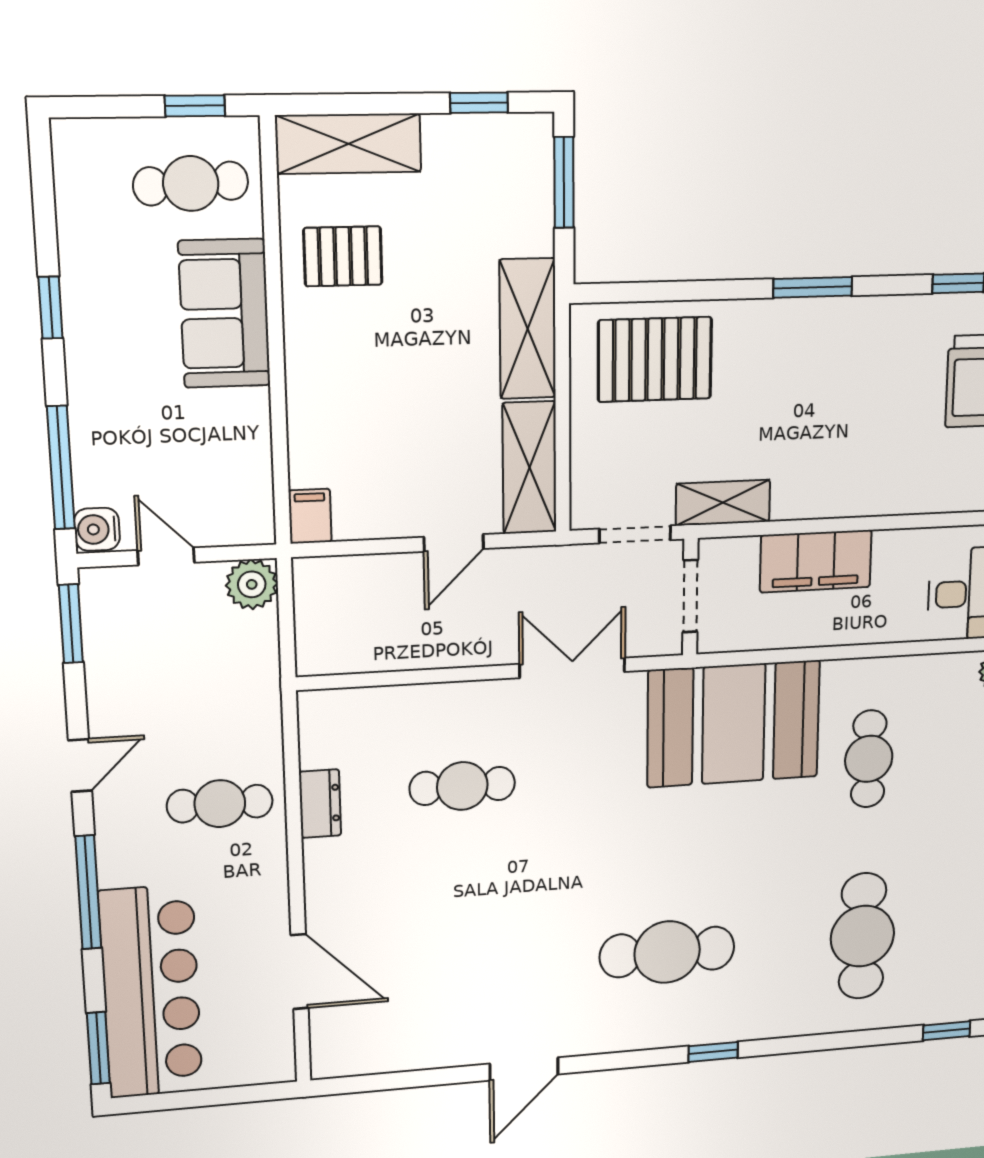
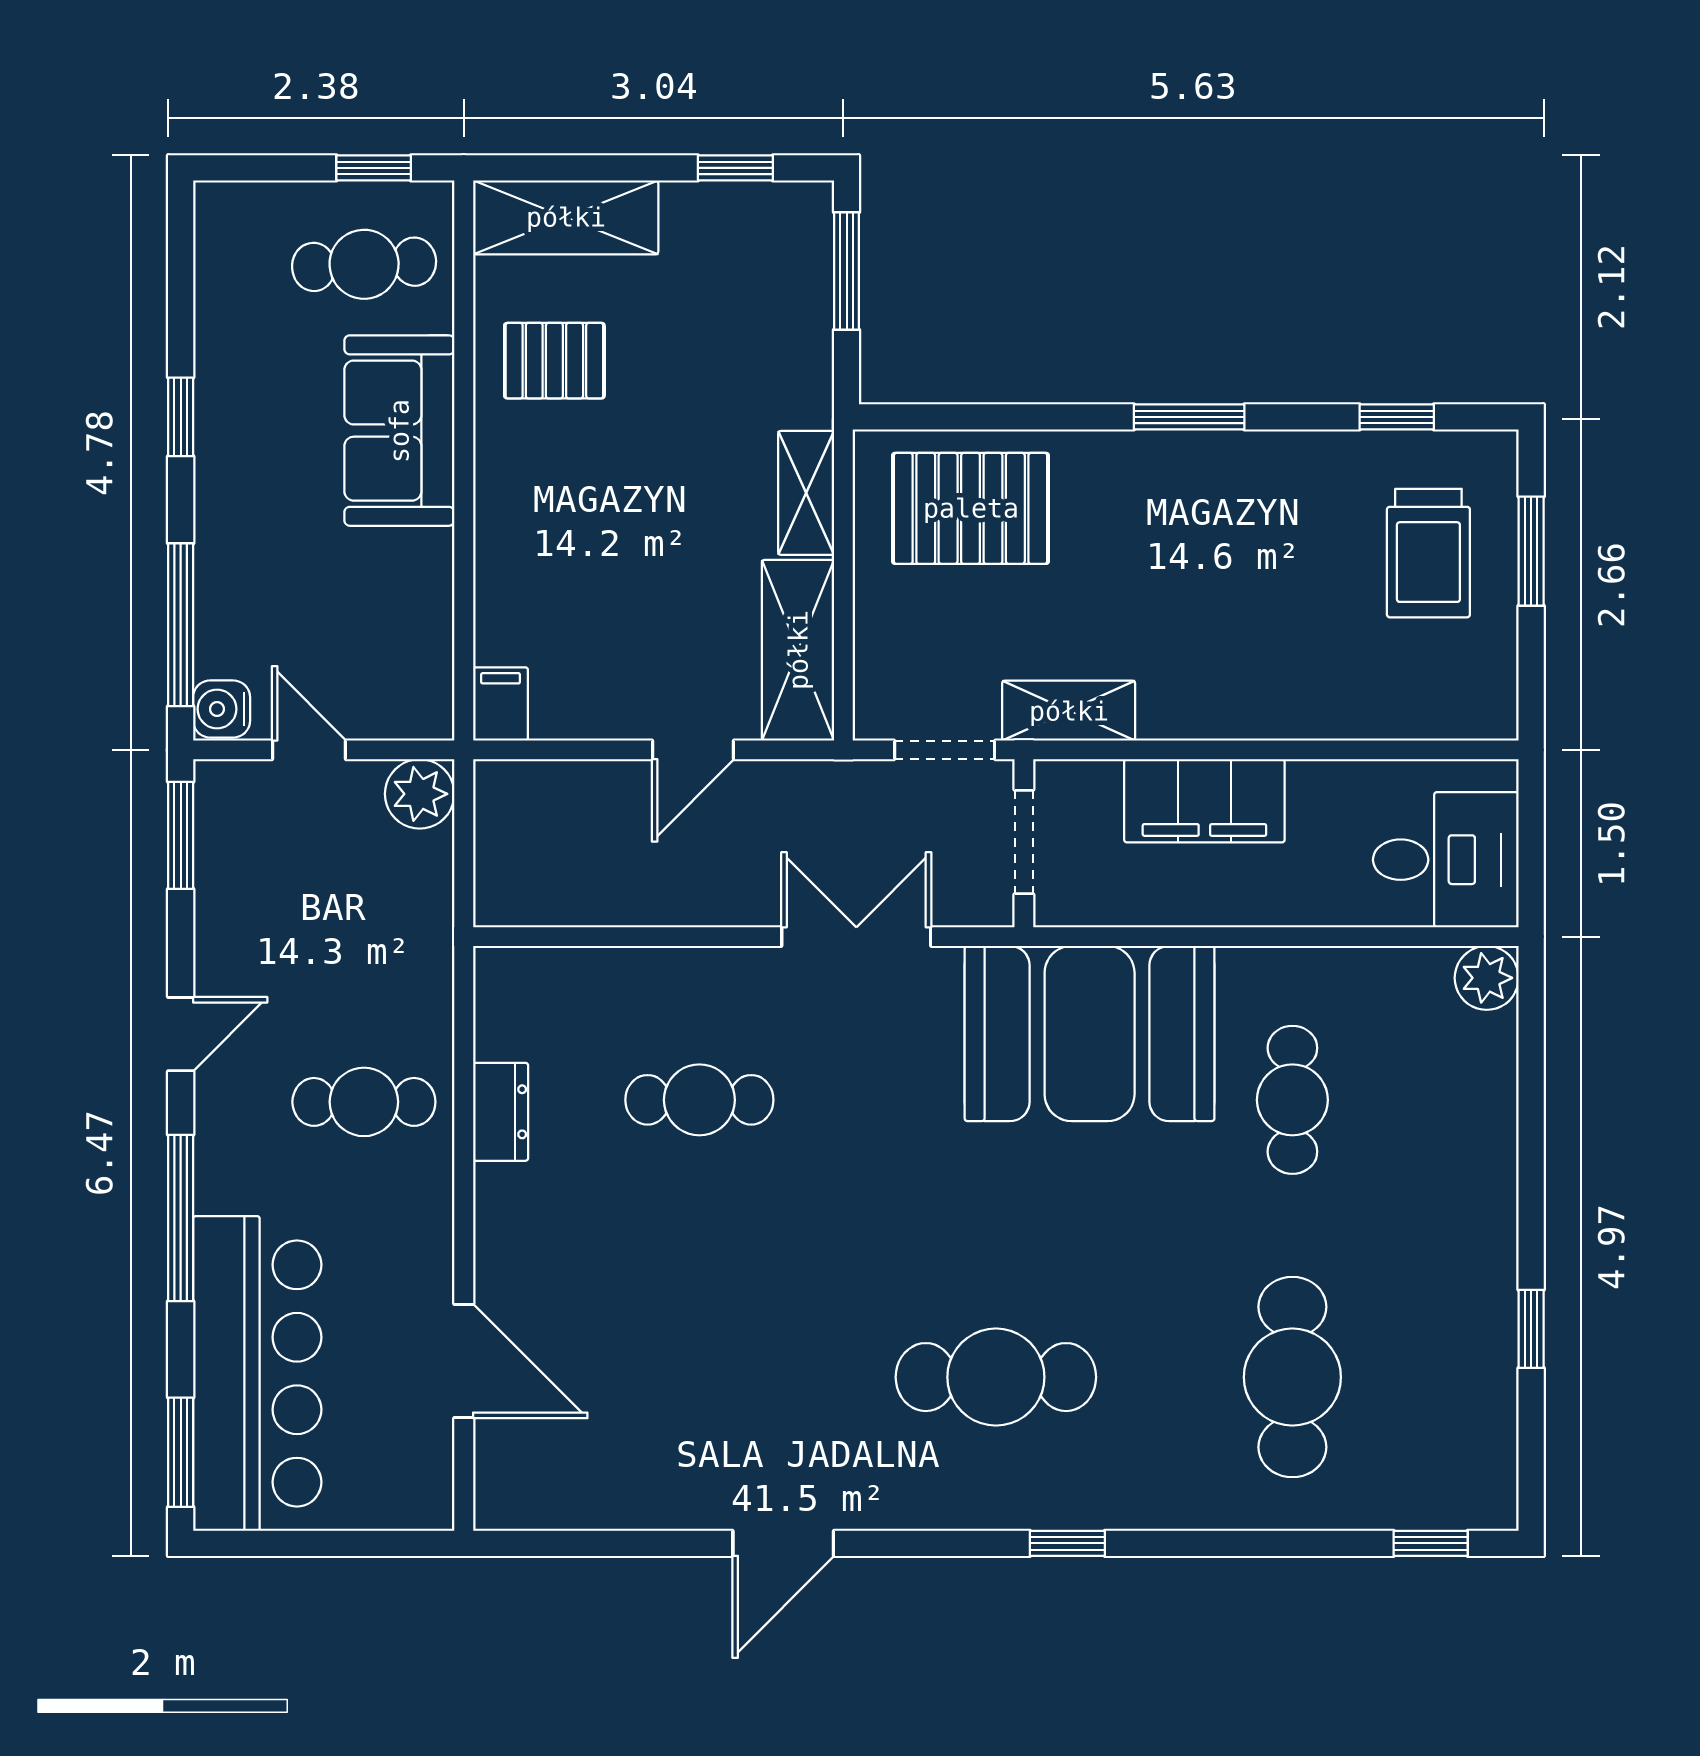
shelving: (528, 329) -> (806, 493), width x0.67, depth x0.75

